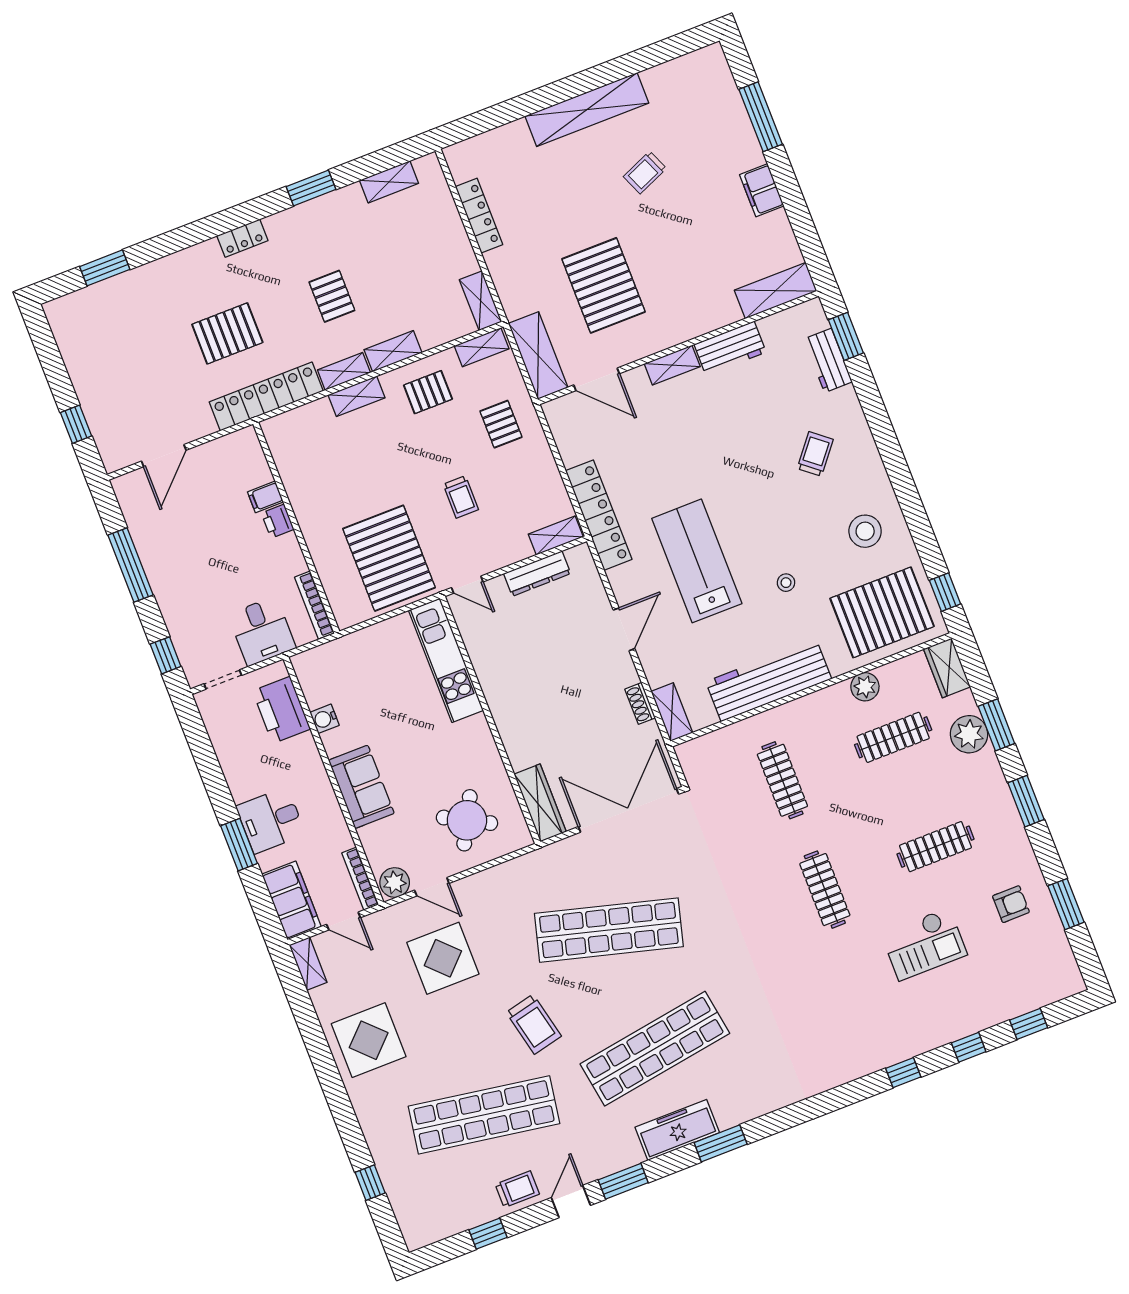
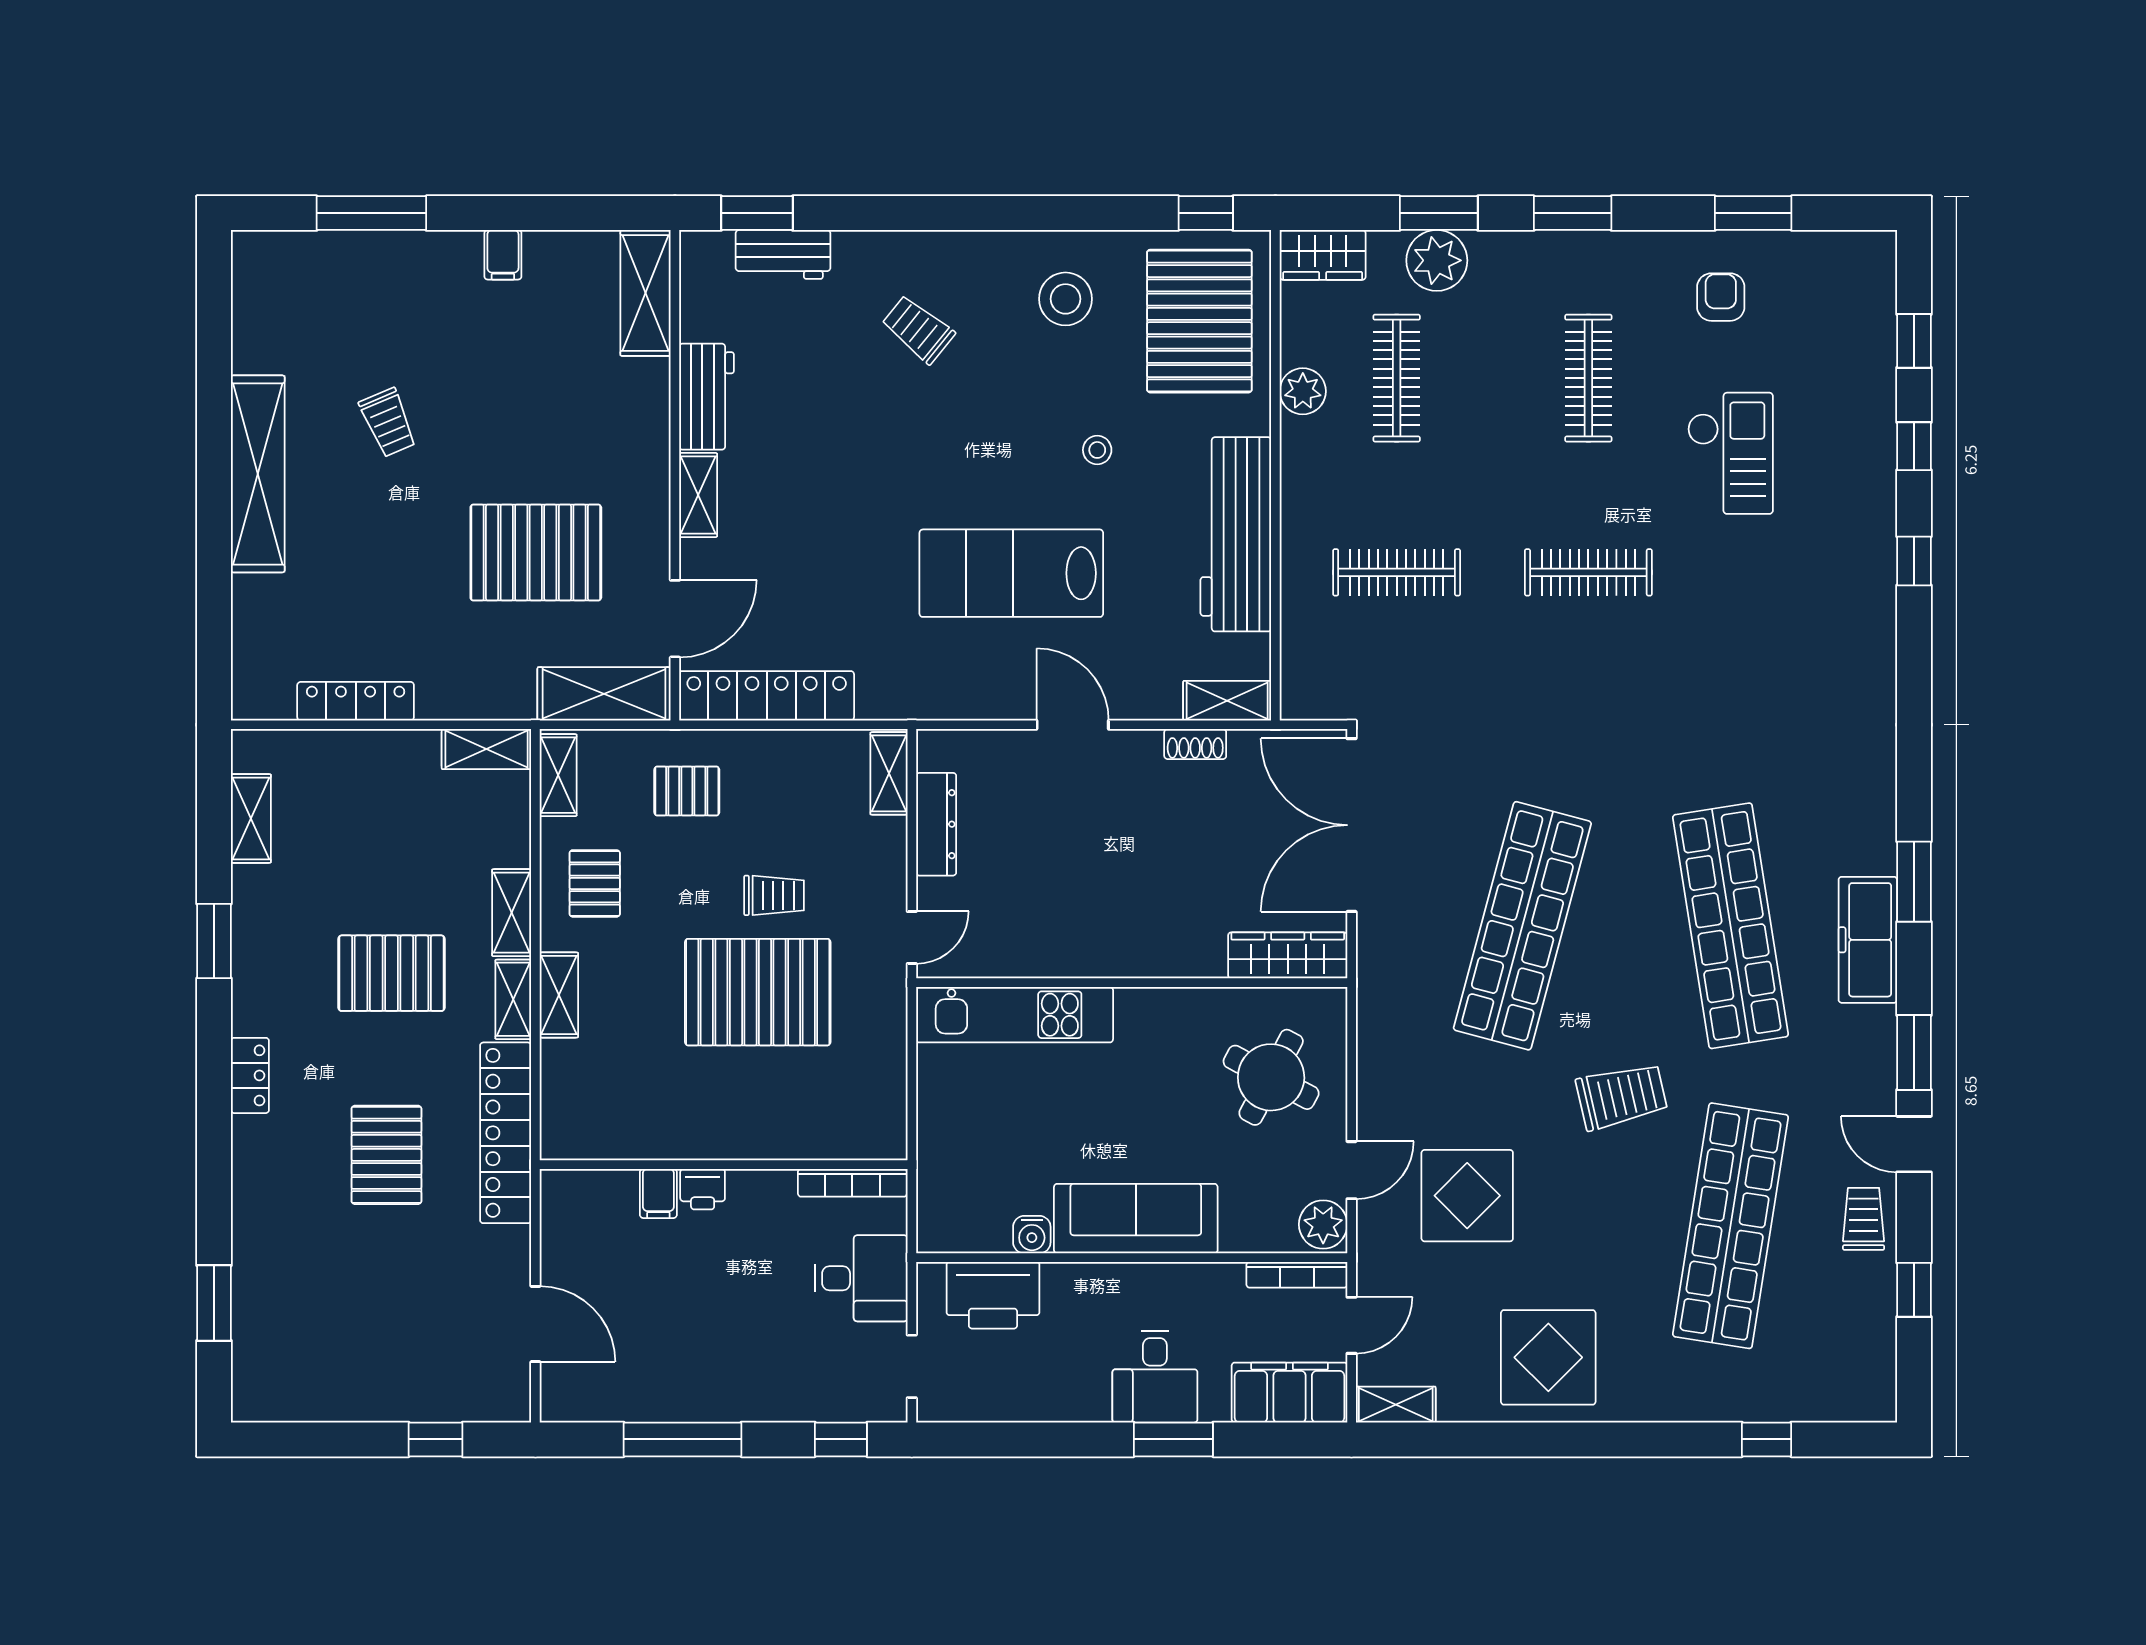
filing cabinet: (762, 190) -> (503, 255), width x0.50
pallet: (332, 296) -> (392, 973), width x1.50, depth x1.42
locker: (599, 515) -> (767, 696), moved
pallet: (389, 558) -> (758, 992), moved
sofa: (361, 787) -> (1136, 1219), width x1.36

